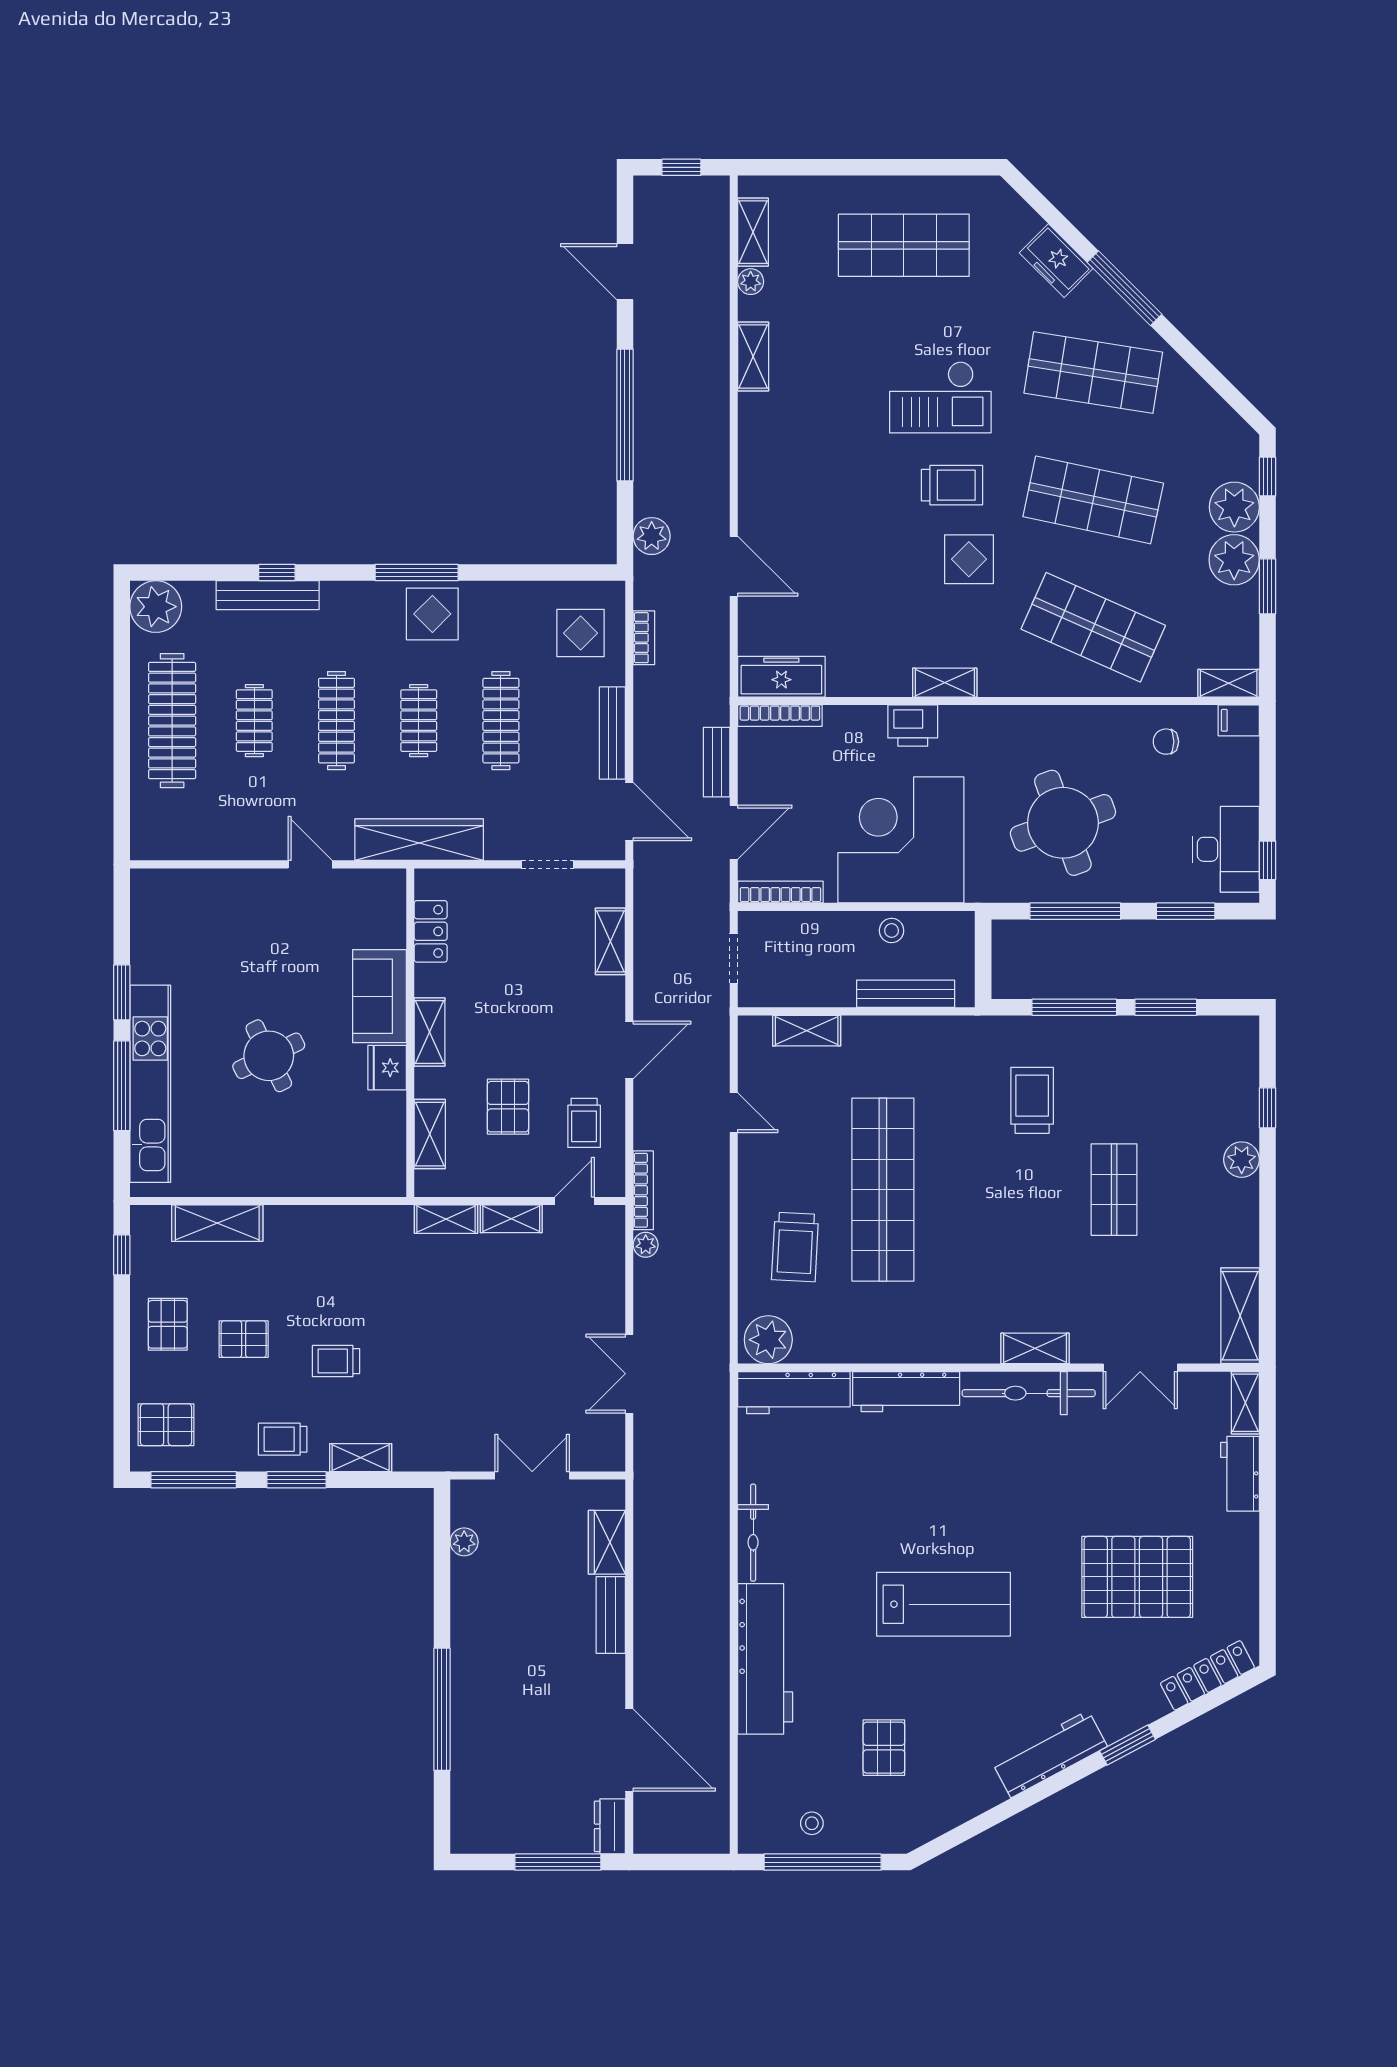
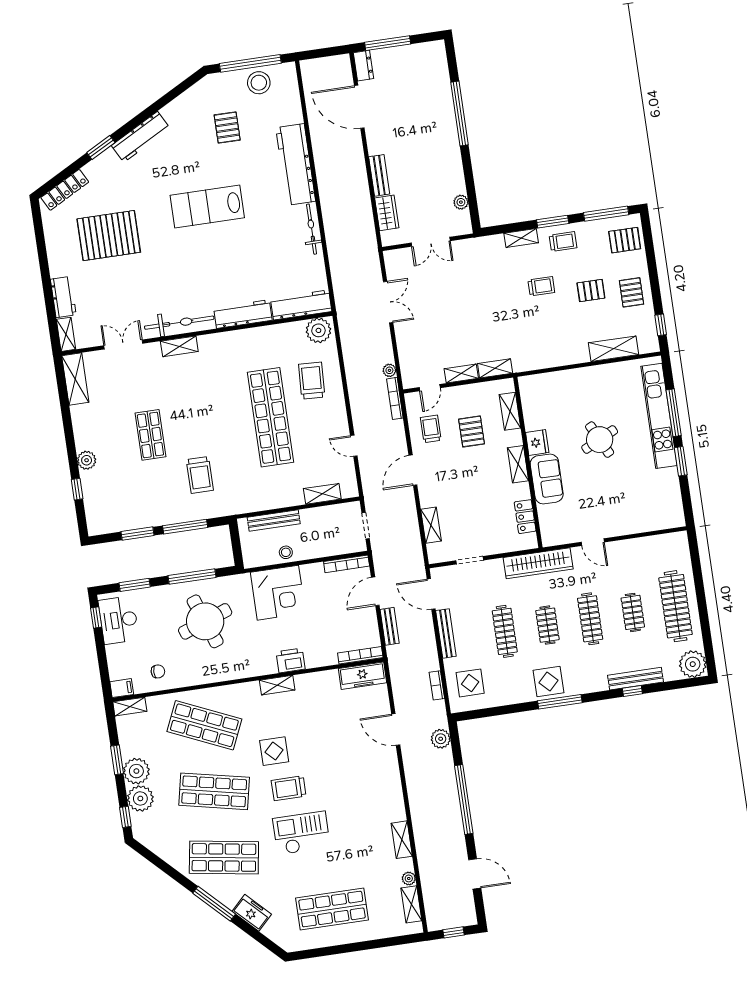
corner desk: (901, 840) -> (278, 593), width x0.74, depth x0.74
stool: (812, 1823) -> (259, 83), width x1.89, depth x1.89

